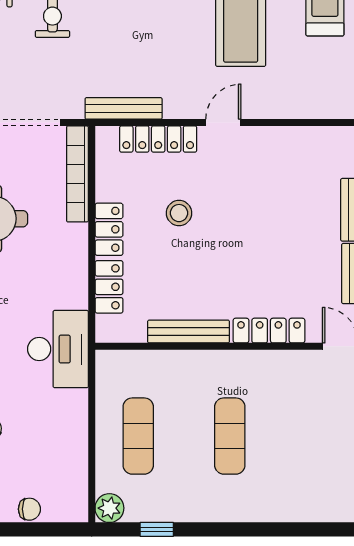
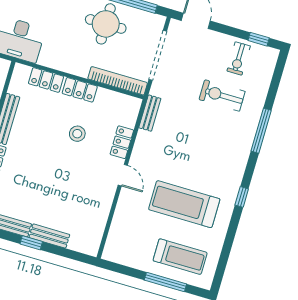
bench: (124, 108) -> (150, 113), width x0.73
locker: (158, 139) -> (122, 142), width x0.66

